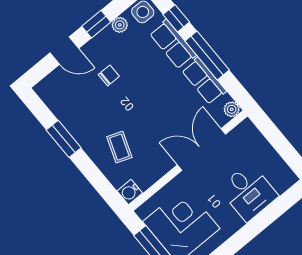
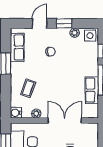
row of seats: (173, 44) -> (17, 47), moved, turned 180
door: (64, 51) -> (40, 23), swing flipped
plant: (232, 109) -> (36, 114), moved

